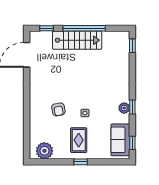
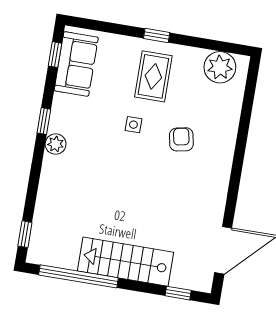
window: (84, 28) -> (78, 276), moved
plant: (124, 108) -> (56, 144), moved

